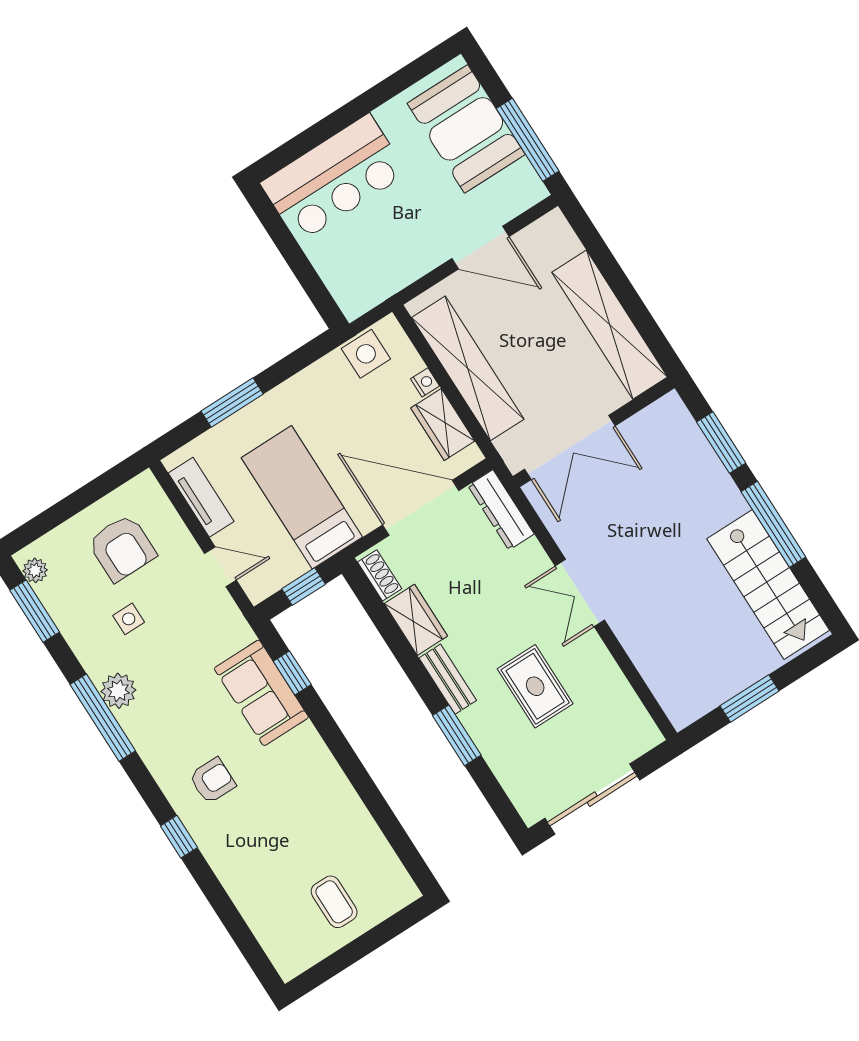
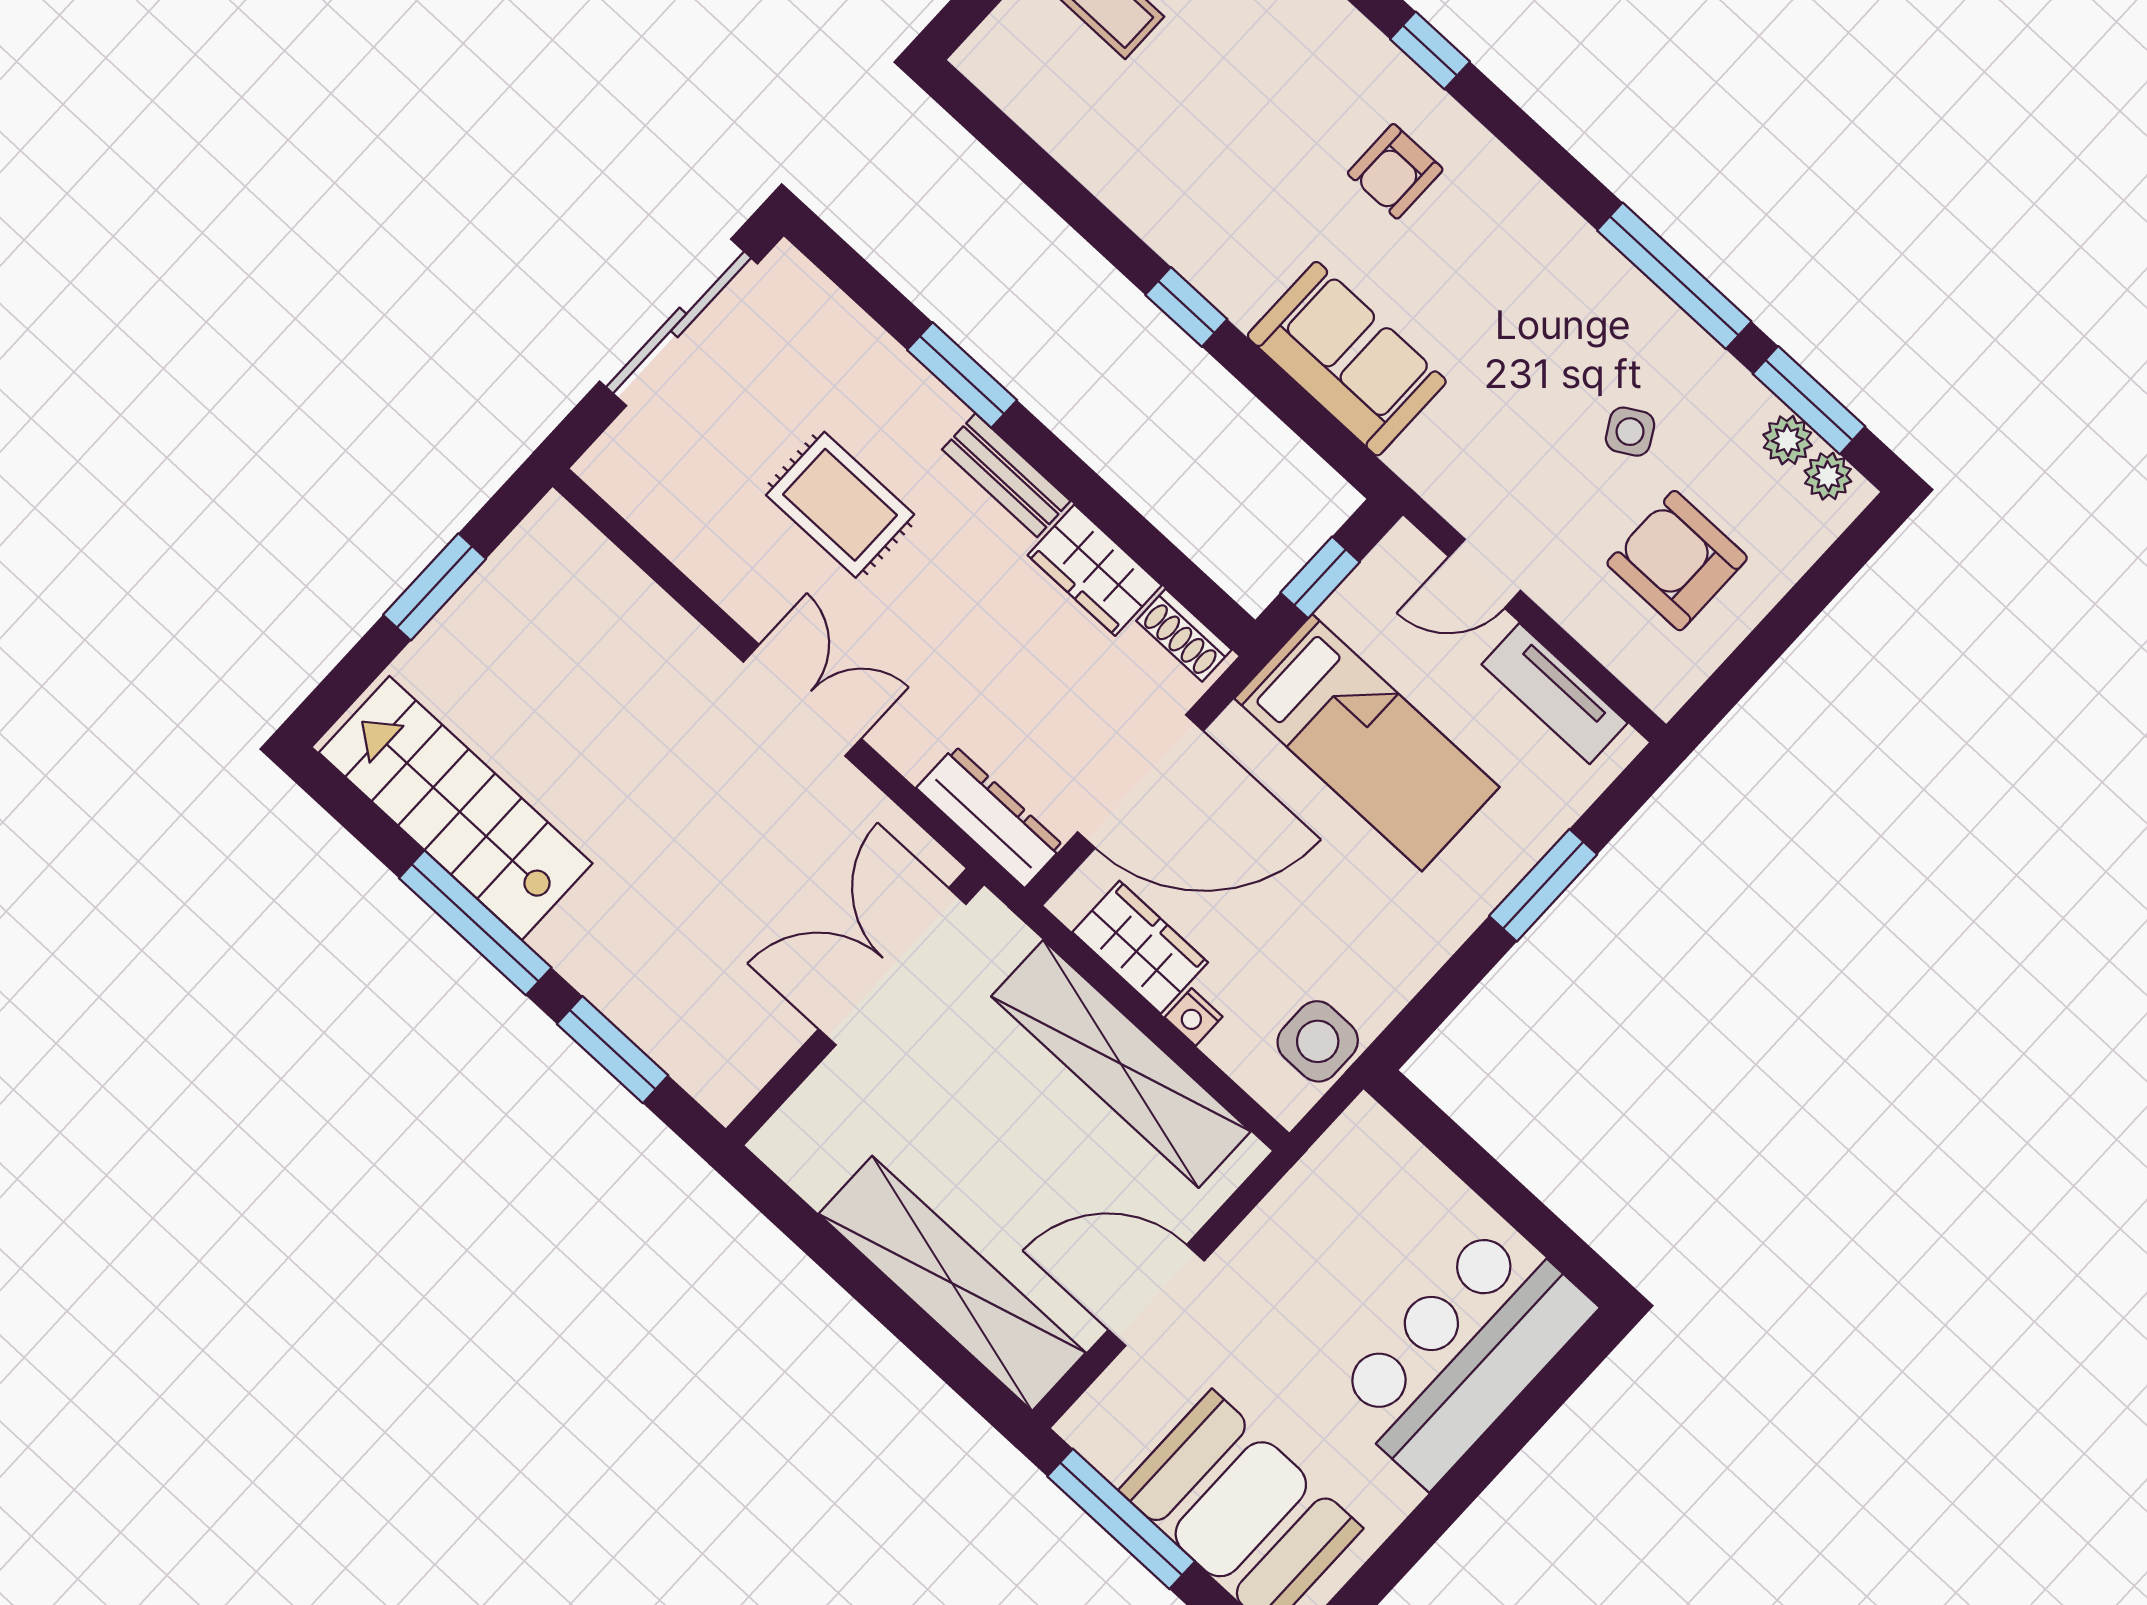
shelving: (610, 325) -> (952, 1283), moved
side table: (129, 619) -> (1630, 432), turned -30
window: (292, 673) -> (1186, 307), moved
plant: (118, 691) -> (1788, 440), moved, width x0.73, depth x0.73
window: (103, 718) -> (1674, 276), moved

